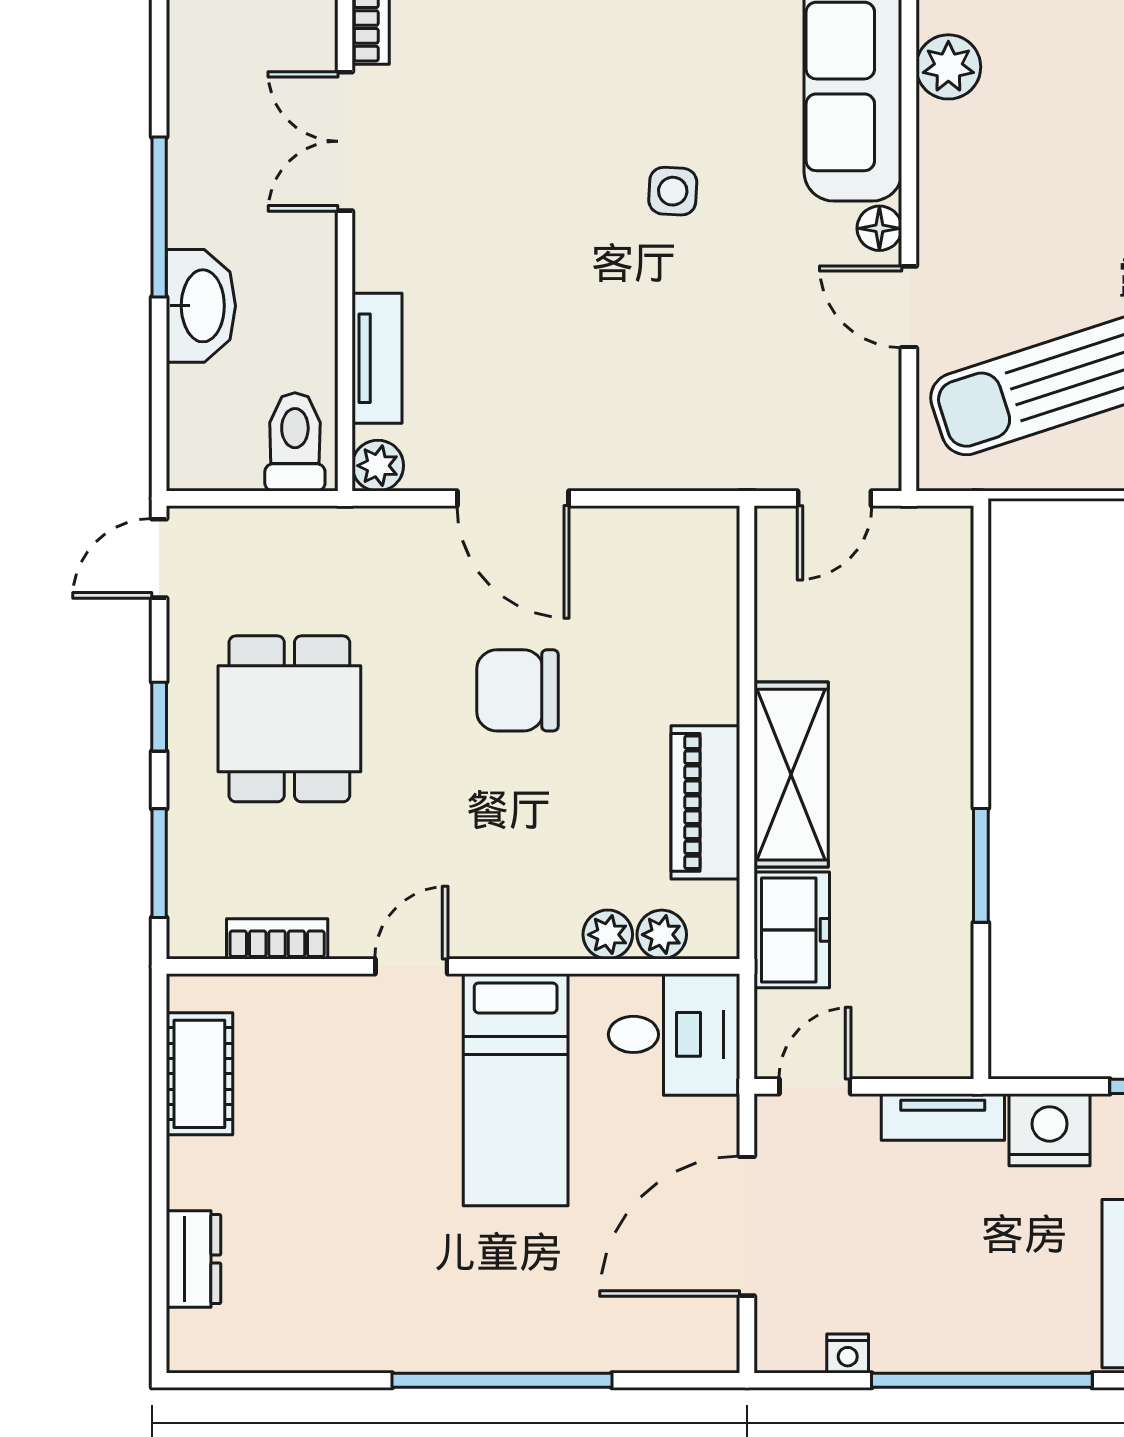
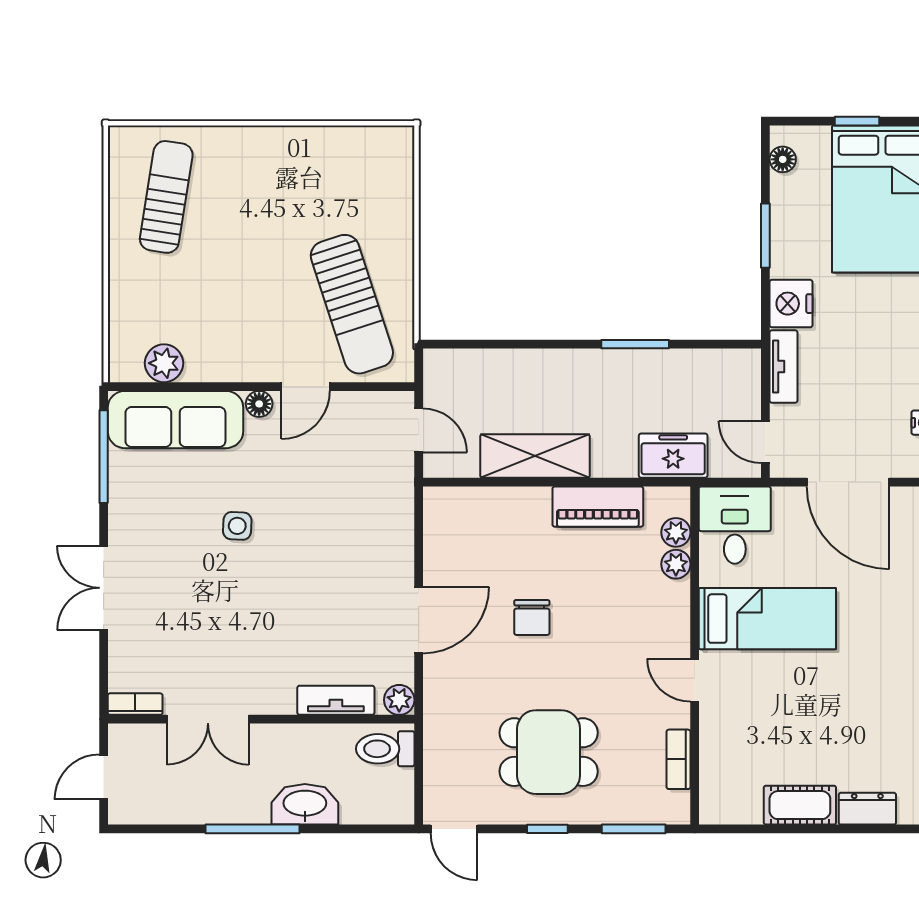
chair: (517, 690) -> (532, 618), width x0.73, depth x0.73
shelving: (791, 775) -> (535, 456), moved
cot: (199, 1074) -> (800, 805), moved

